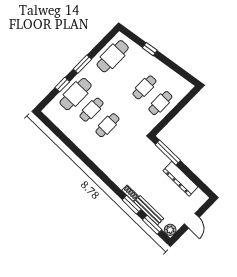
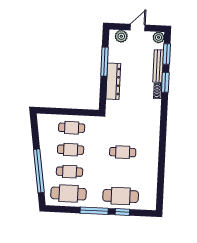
window: (150, 49) -> (39, 171), width x3.17
window: (82, 64) -> (94, 211), width x1.44
cafe table: (91, 110) -> (70, 172), moved
window: (168, 152) -> (104, 62), moved
dresser: (181, 179) -> (113, 81), moved
plant: (196, 202) -> (121, 36), added

